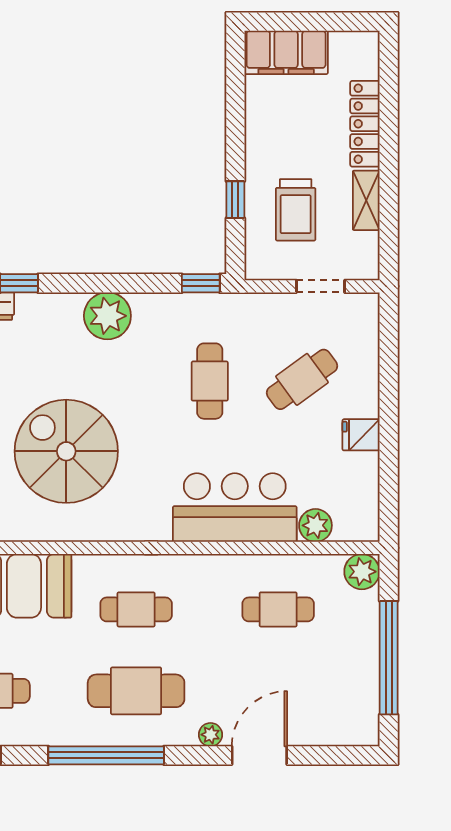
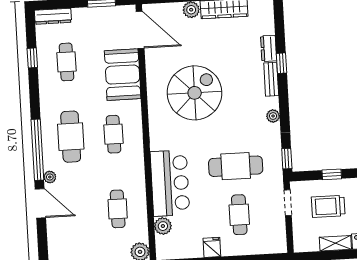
doorway: (320, 286) -> (288, 203), moved
bench: (48, 304) -> (271, 79), added
plant: (107, 316) -> (273, 116), width x0.53, depth x0.53
cafe table: (302, 379) -> (239, 215), turned 36
cafe table: (210, 381) -> (236, 166), width x1.37, depth x1.35
window: (106, 755) -> (37, 150), moved

